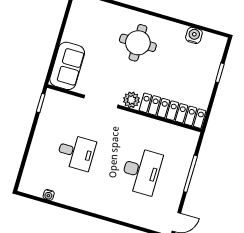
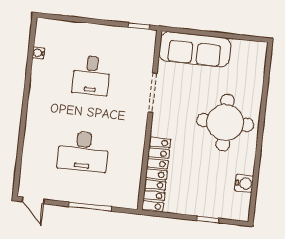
round table: (138, 43) -> (225, 123), width x1.36, depth x1.36
sofa: (67, 66) -> (195, 49), width x1.36
plant: (131, 100) -> (160, 126), removed

